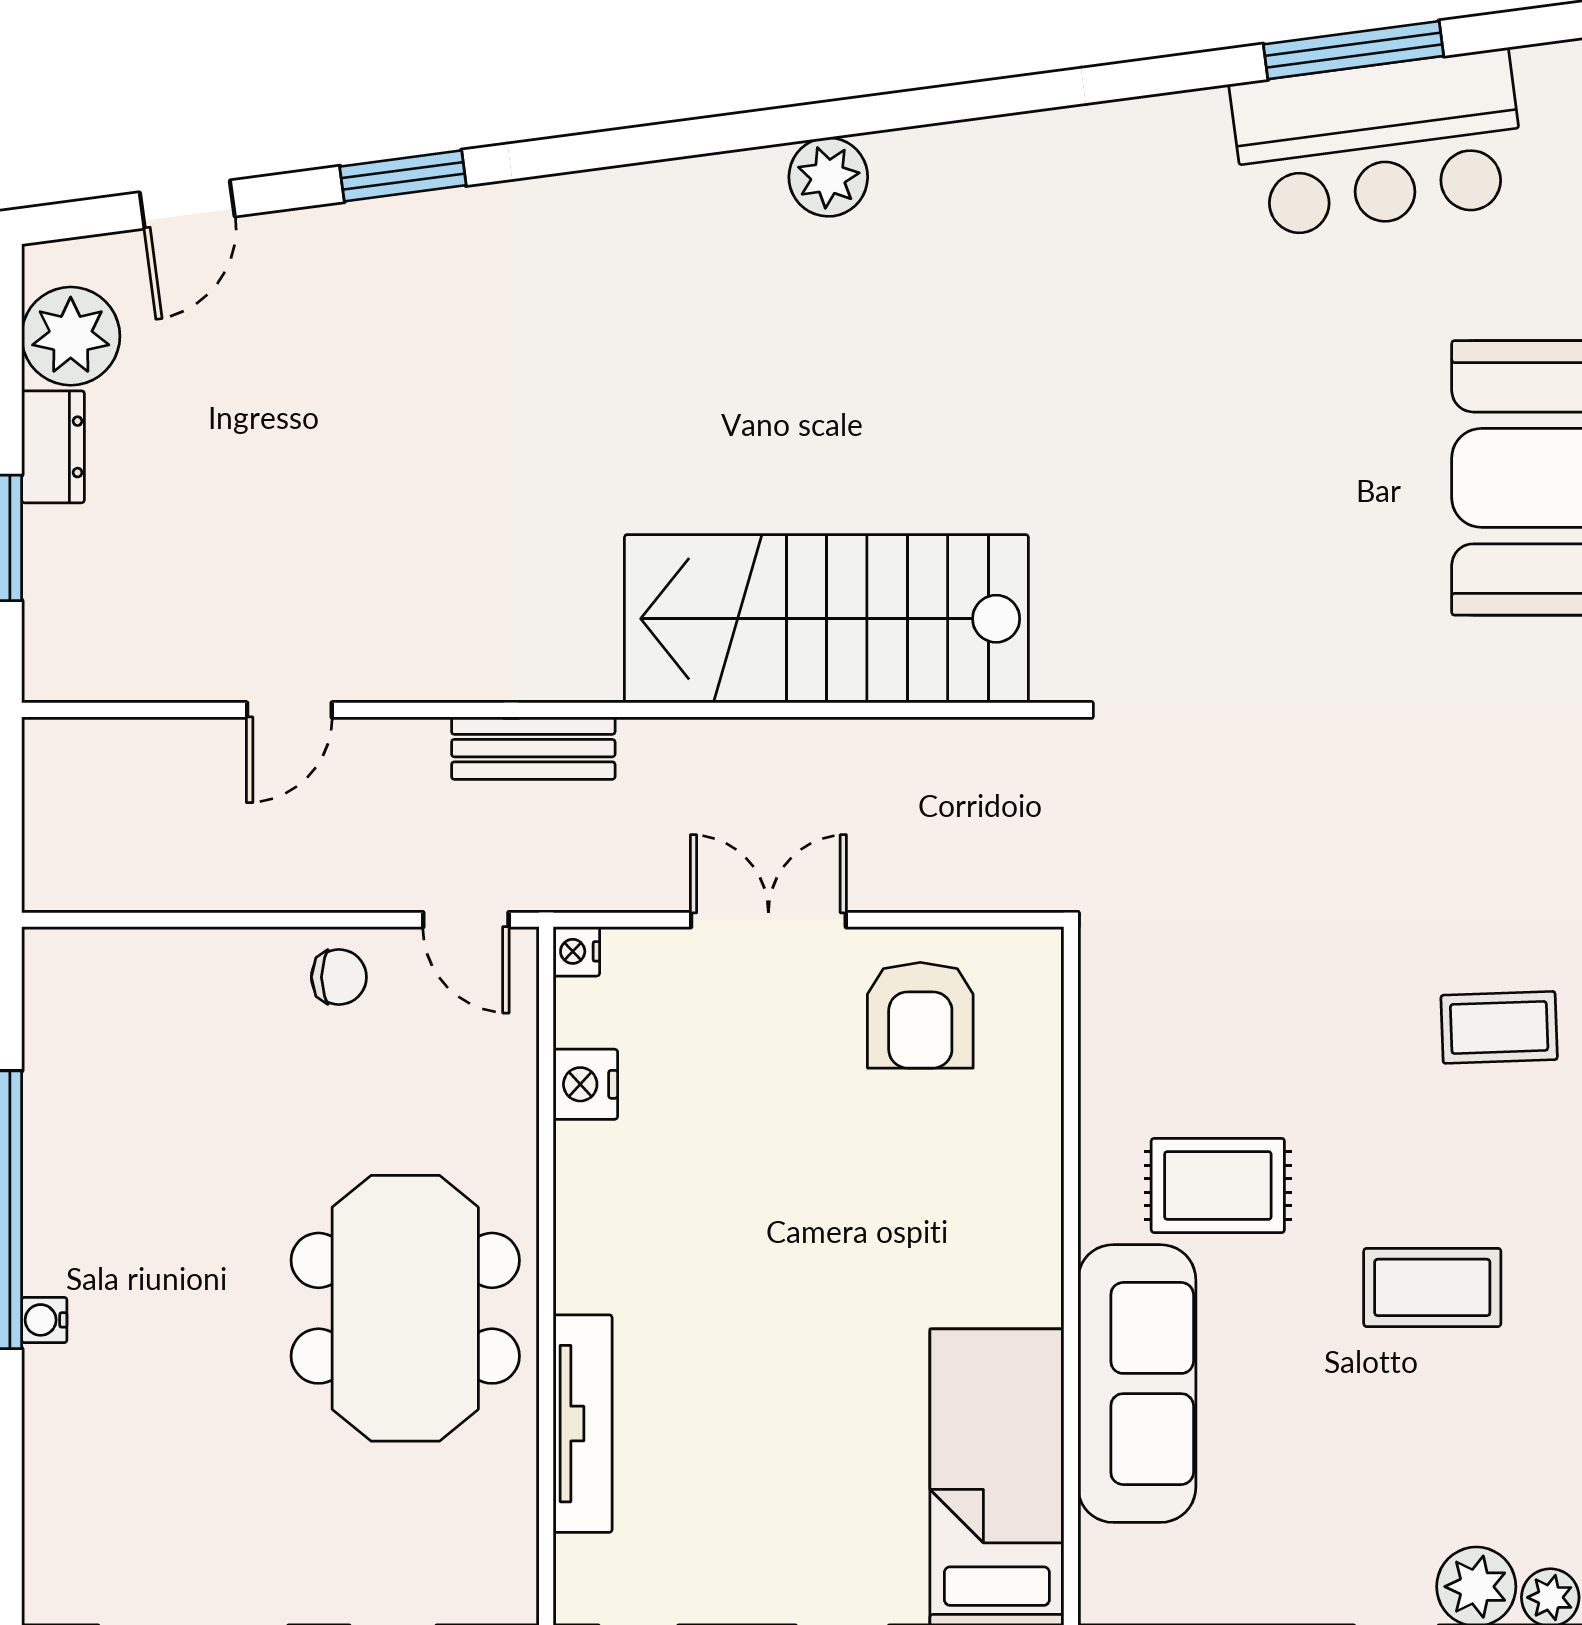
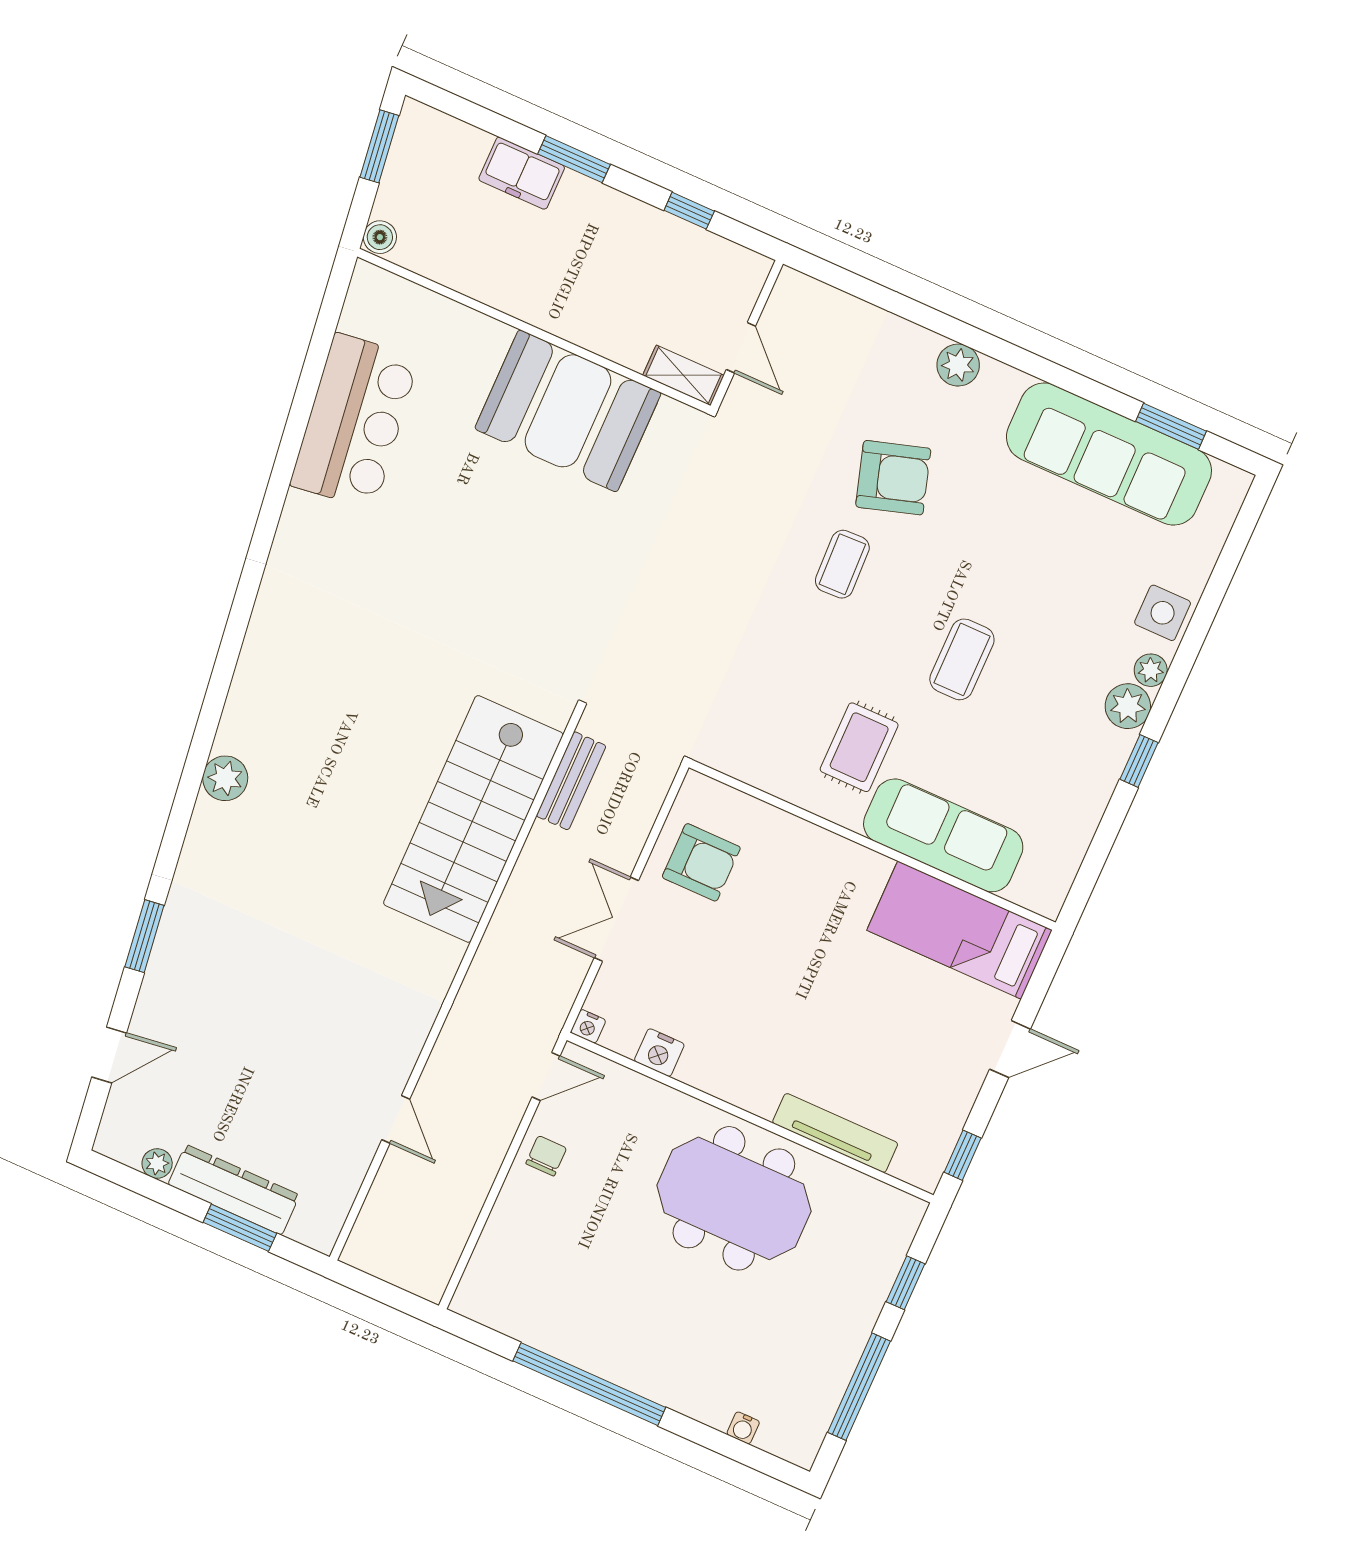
window: (1354, 50) -> (300, 412), removed
plant: (828, 177) -> (225, 778), moved
door: (187, 204) -> (109, 1055), hinge flipped
plant: (71, 336) -> (157, 1163), width x0.53, depth x0.53
dresser: (53, 447) -> (234, 1190), width x1.96, depth x1.24
bench: (533, 748) -> (571, 781), moved
water cooler: (44, 1320) -> (743, 1428), moved

